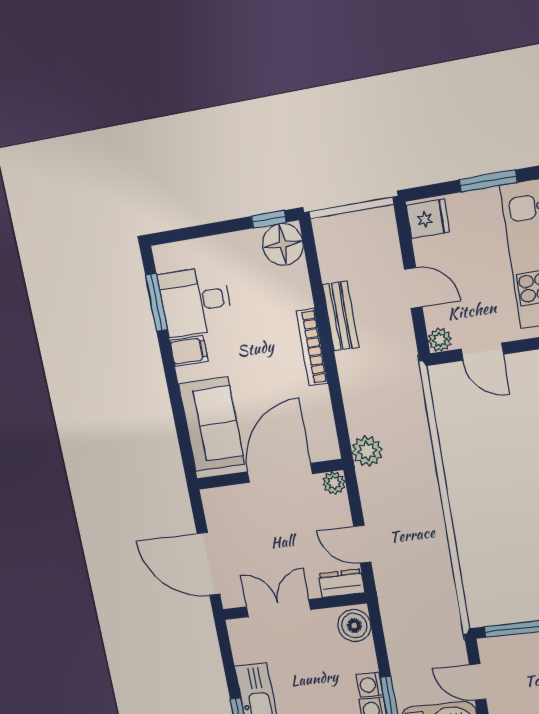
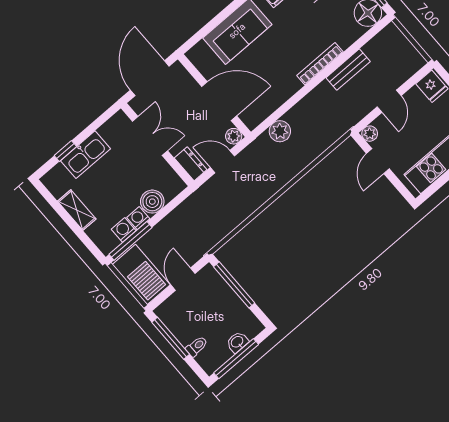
door: (280, 473) -> (219, 101), moved
wall: (269, 474) -> (214, 96), moved
plant: (334, 483) -> (234, 136), moved
door: (362, 544) -> (222, 162), hinge flipped
boiler: (354, 626) -> (152, 202), moved

